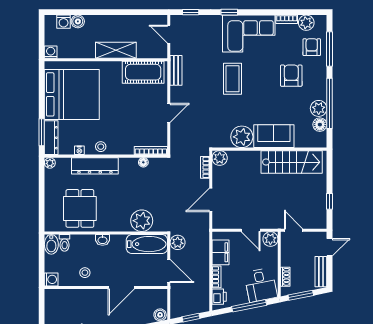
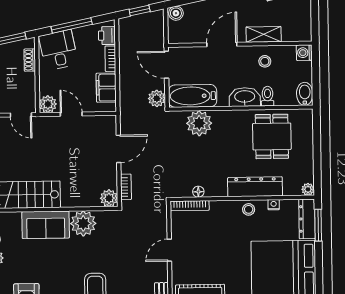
washbasin: (103, 240) -> (245, 97), width x1.91, depth x1.45
toilet: (65, 243) -> (268, 96), moved
shelving: (86, 296) -> (264, 34), added

